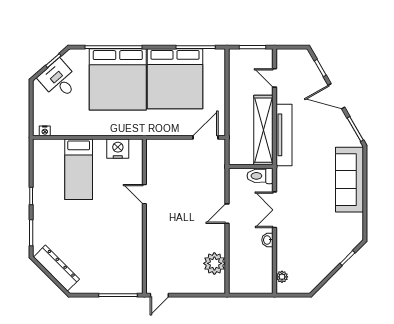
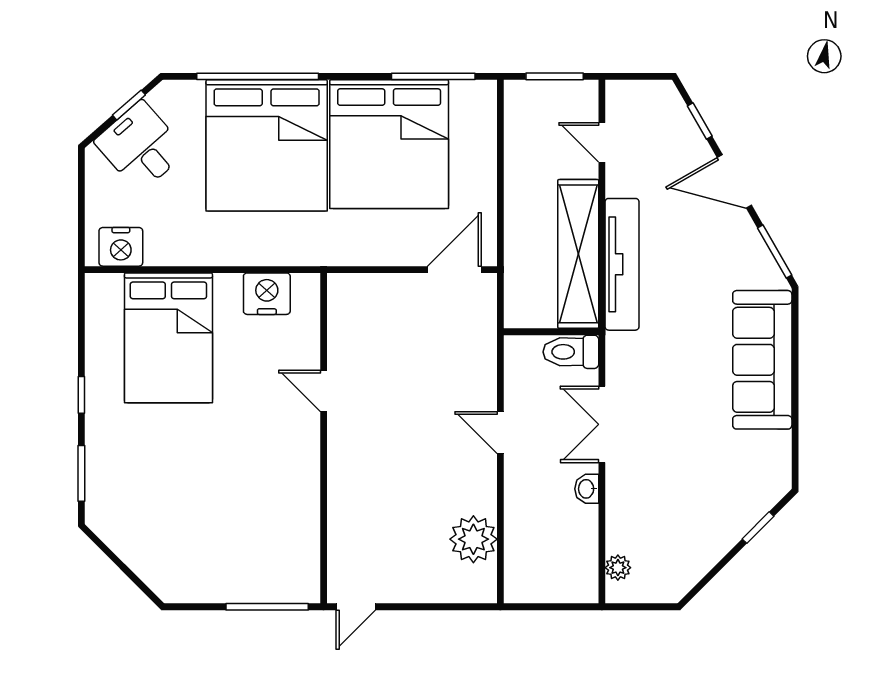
nightstand: (45, 131) -> (121, 247), width x1.89, depth x1.79
bed: (79, 169) -> (168, 338), width x1.50
door: (227, 214) -> (500, 433), hinge flipped
dresser: (56, 268) -> (136, 549), removed

